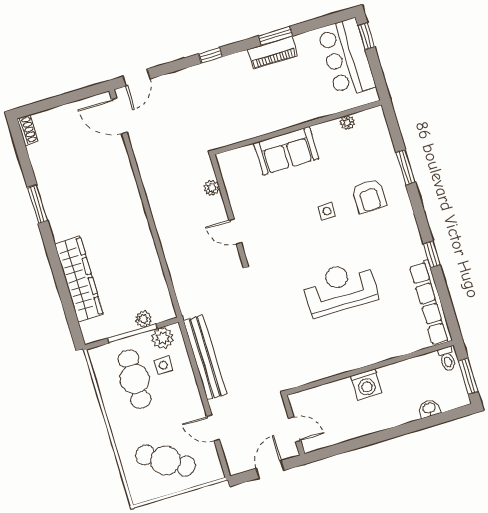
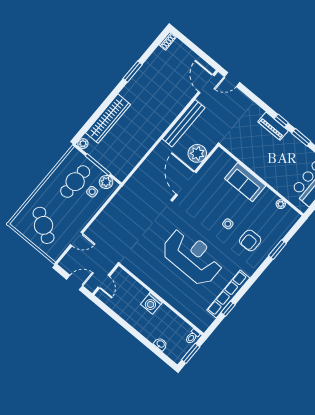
piano: (273, 53) -> (273, 126), moved
window: (211, 55) -> (281, 121), moved
plant: (212, 188) -> (197, 153), width x1.88, depth x1.88
door: (235, 232) -> (186, 183), width x1.88
window: (432, 254) -> (228, 309), moved
reception desk: (340, 288) -> (192, 257), width x1.36, depth x1.30
row of seats: (431, 303) -> (228, 294), moved
plant: (144, 319) -> (83, 144), moved
bench: (205, 358) -> (184, 123), moved
door: (213, 428) -> (77, 239), swing flipped

